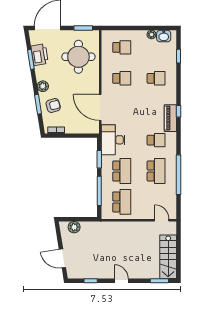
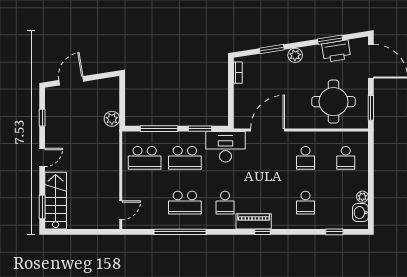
armchair: (53, 106) -> (270, 69), removed
plant: (74, 227) -> (112, 119), moved
stairs: (168, 257) -> (56, 201), moved, turned 90

